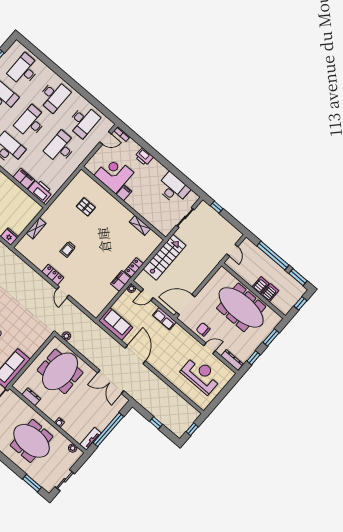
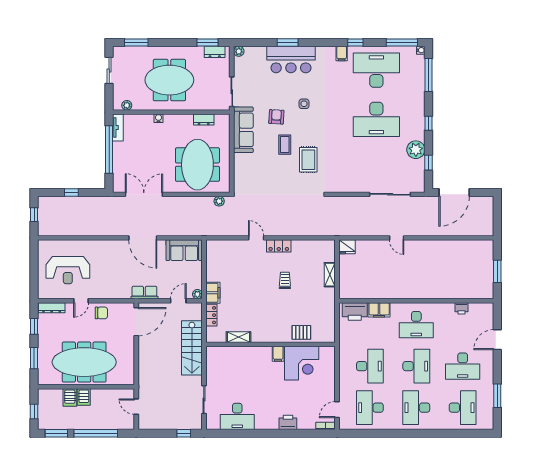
corner desk: (114, 174) -> (302, 363), moved
filing cabinet: (124, 193) -> (278, 354), moved
wall: (124, 203) -> (271, 344), moved
shelving: (140, 225) -> (239, 337), moved

